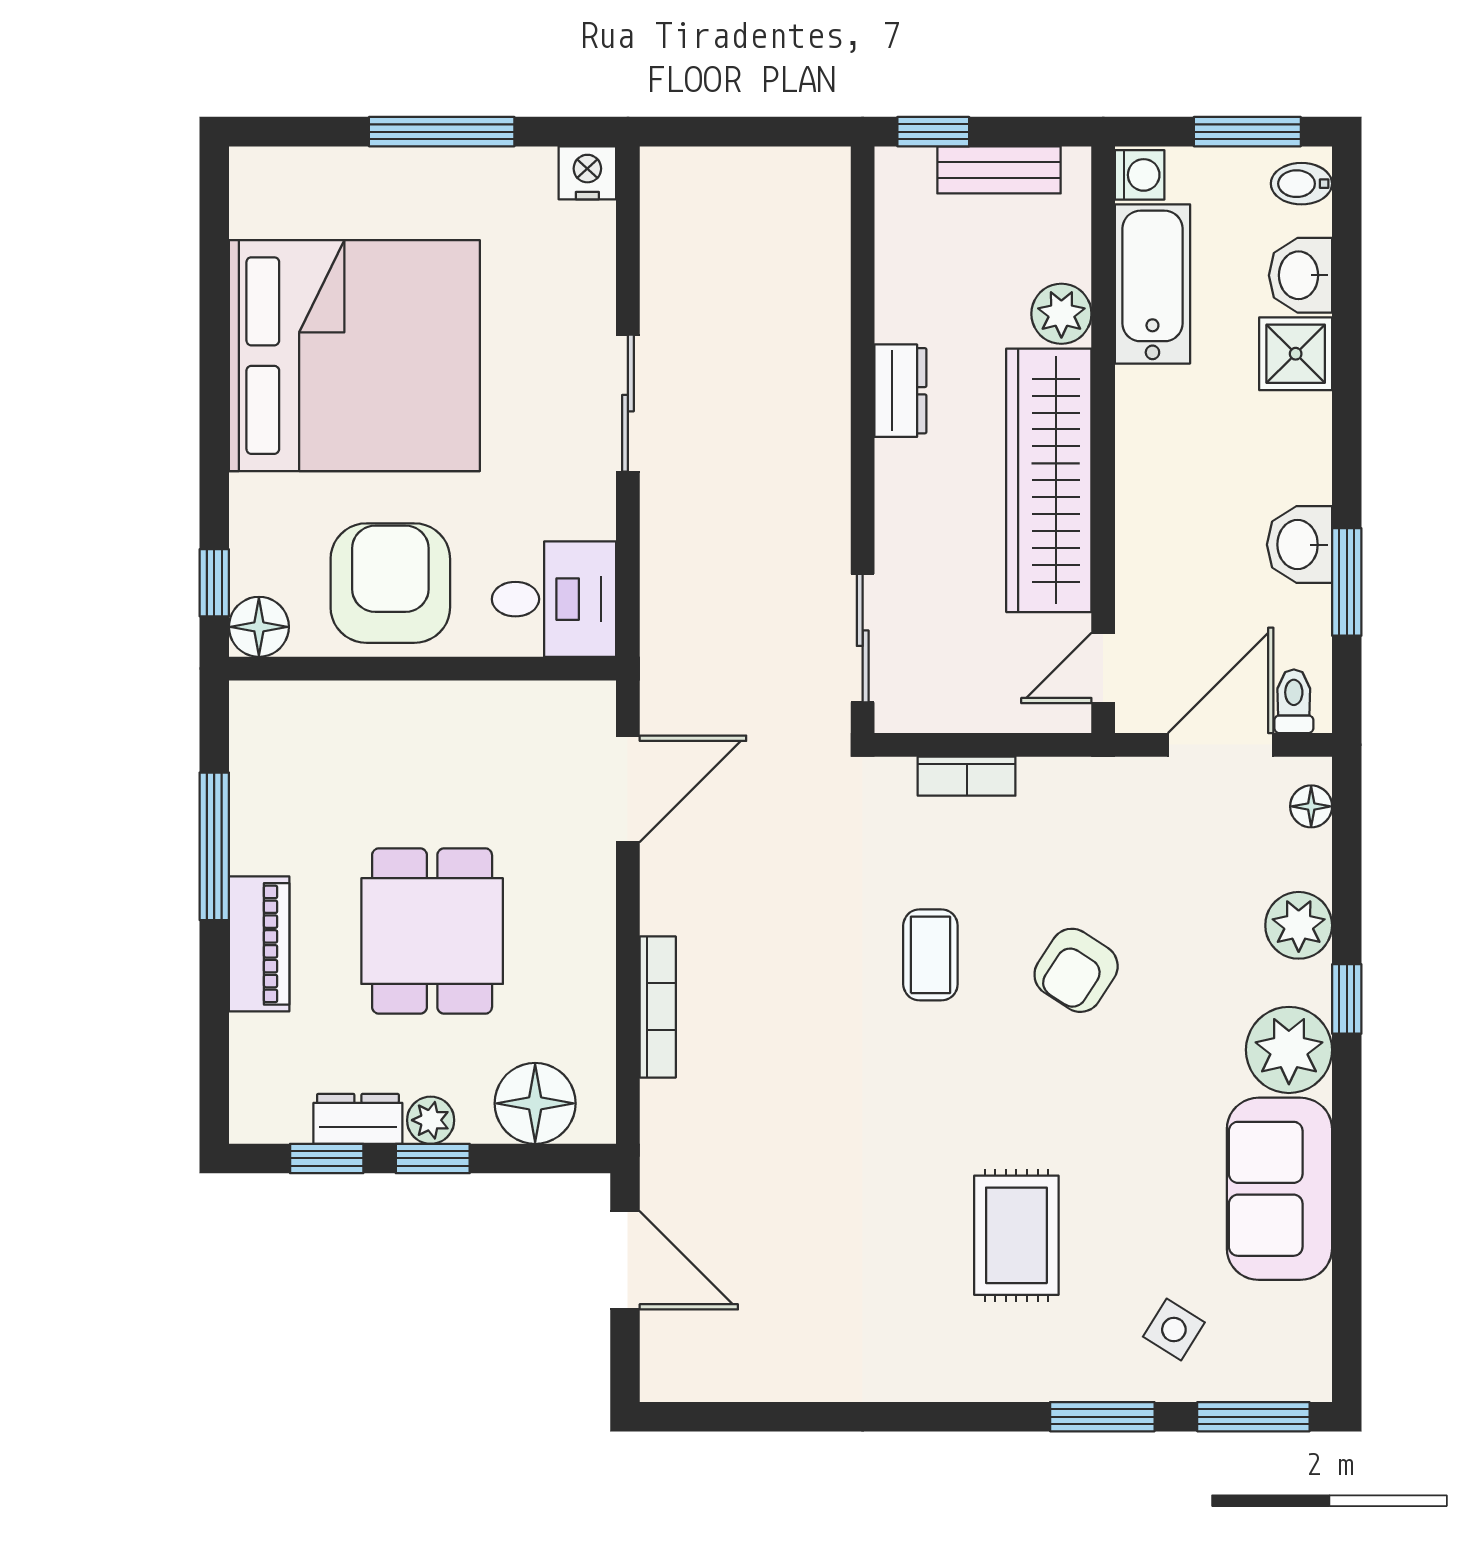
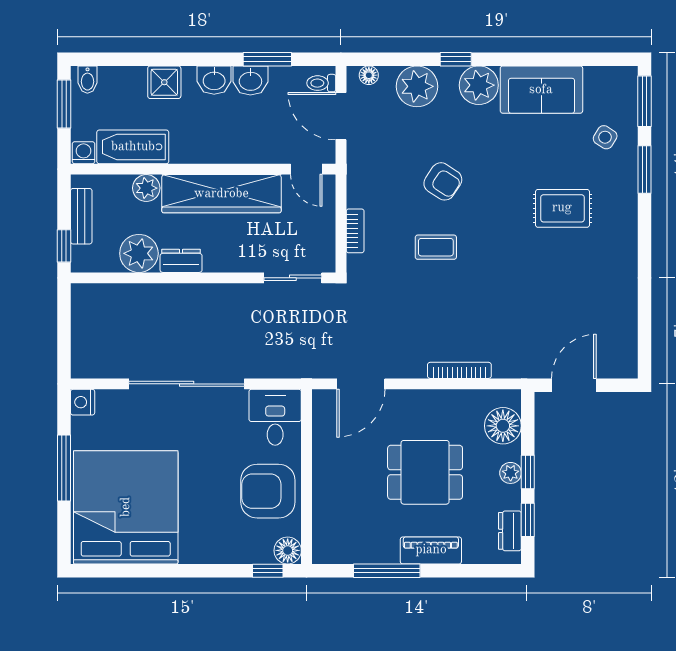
washbasin: (1300, 275) -> (214, 80), moved
plant: (917, 298) -> (139, 253), added
bed: (354, 356) -> (126, 507), moved
sliding door: (628, 403) -> (187, 384), width x1.86
door: (628, 789) -> (361, 384), swing flipped
plant: (1299, 925) -> (417, 86), width x1.36, depth x1.36
dresser: (358, 1119) -> (510, 531), moved

